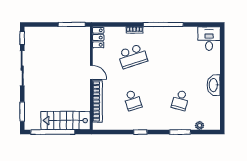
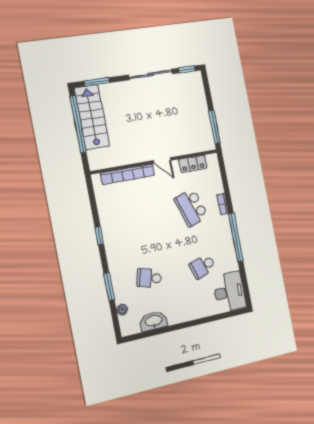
locker: (98, 38) -> (193, 164), moved
desk: (209, 39) -> (229, 292), width x1.37
door: (91, 72) -> (162, 160), hinge flipped
washbasin: (214, 85) -> (154, 321), moved
school desk: (133, 100) -> (203, 266), moved
stairs: (66, 121) -> (92, 117), moved

